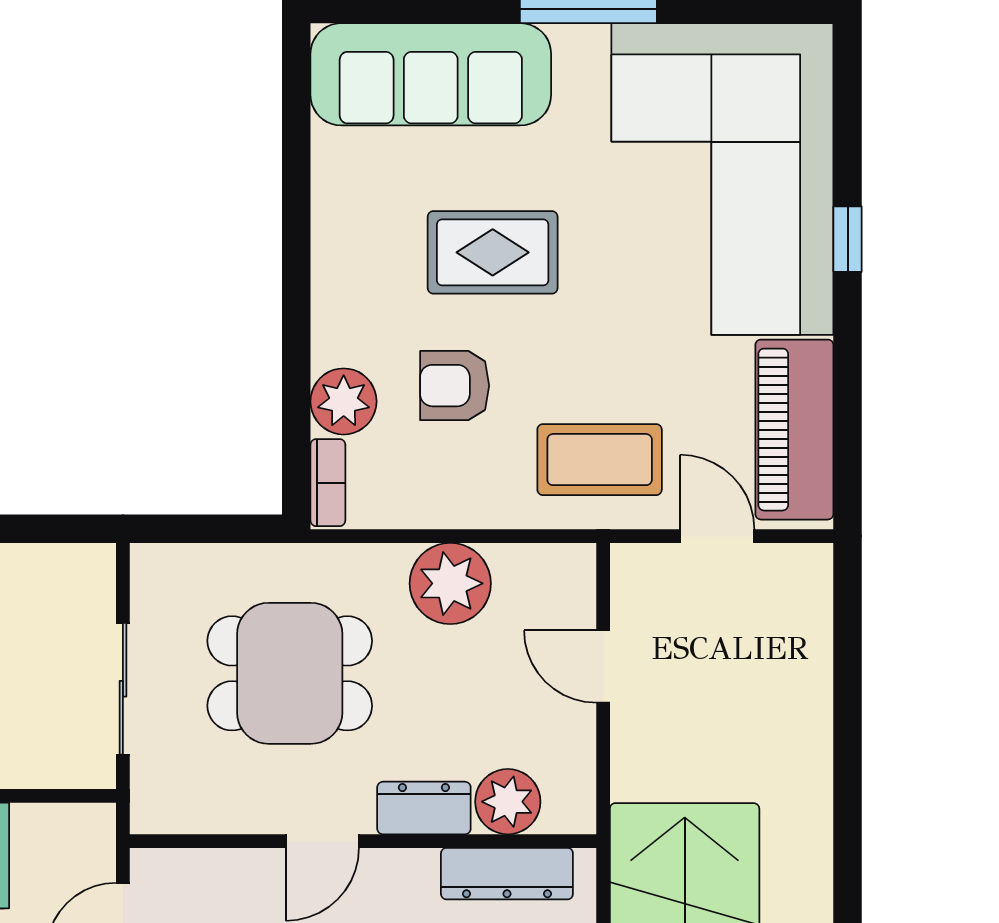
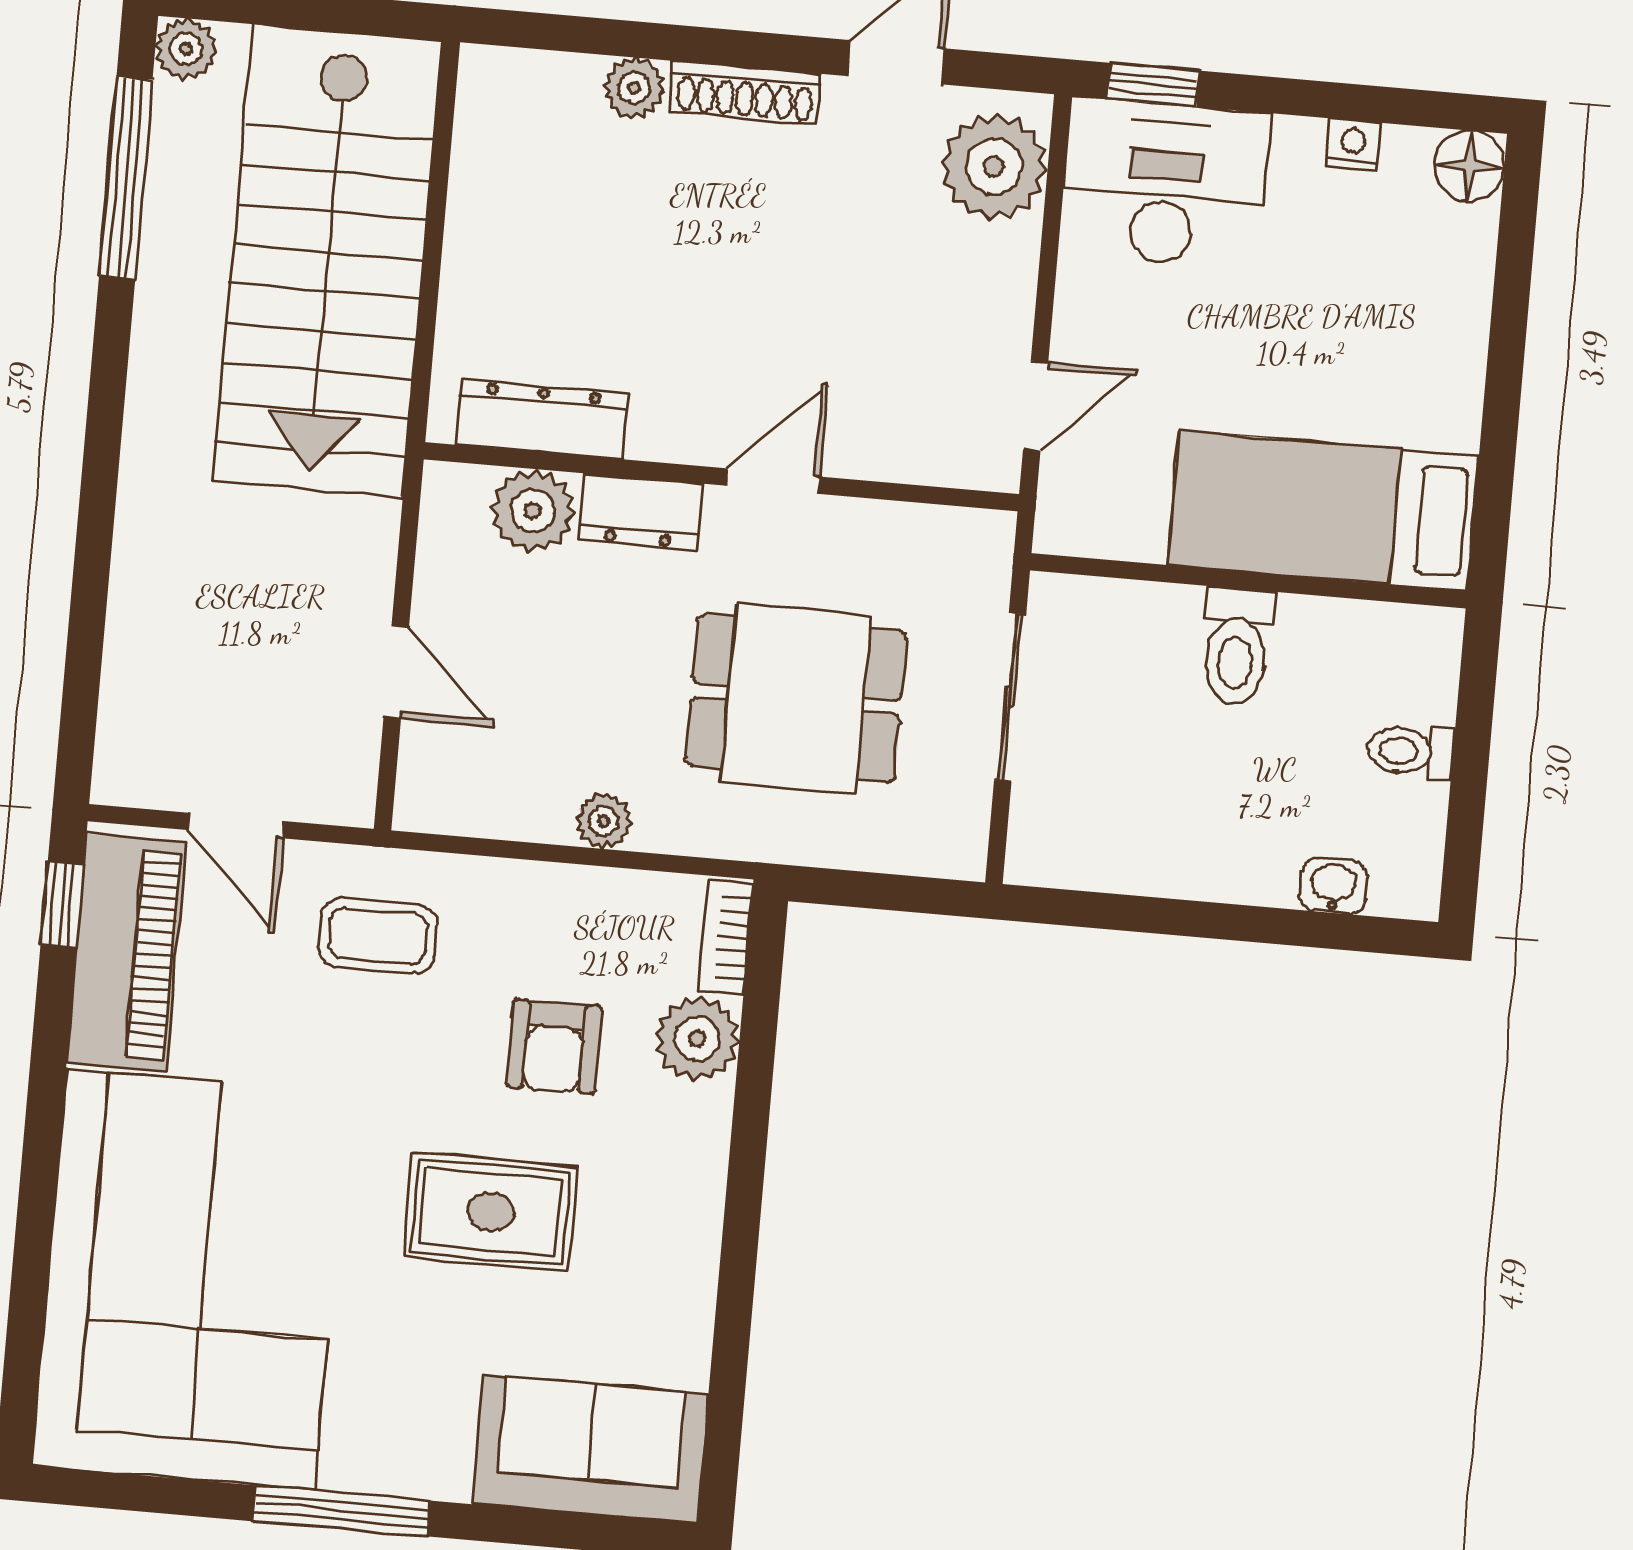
sofa: (431, 74) -> (590, 1449), width x0.73
window: (848, 239) -> (62, 905), moved
armchair: (455, 386) -> (554, 1046), turned 90
coffee table: (600, 460) -> (378, 936), width x0.73, depth x0.77
plant: (450, 583) -> (604, 821), width x0.53, depth x0.53

